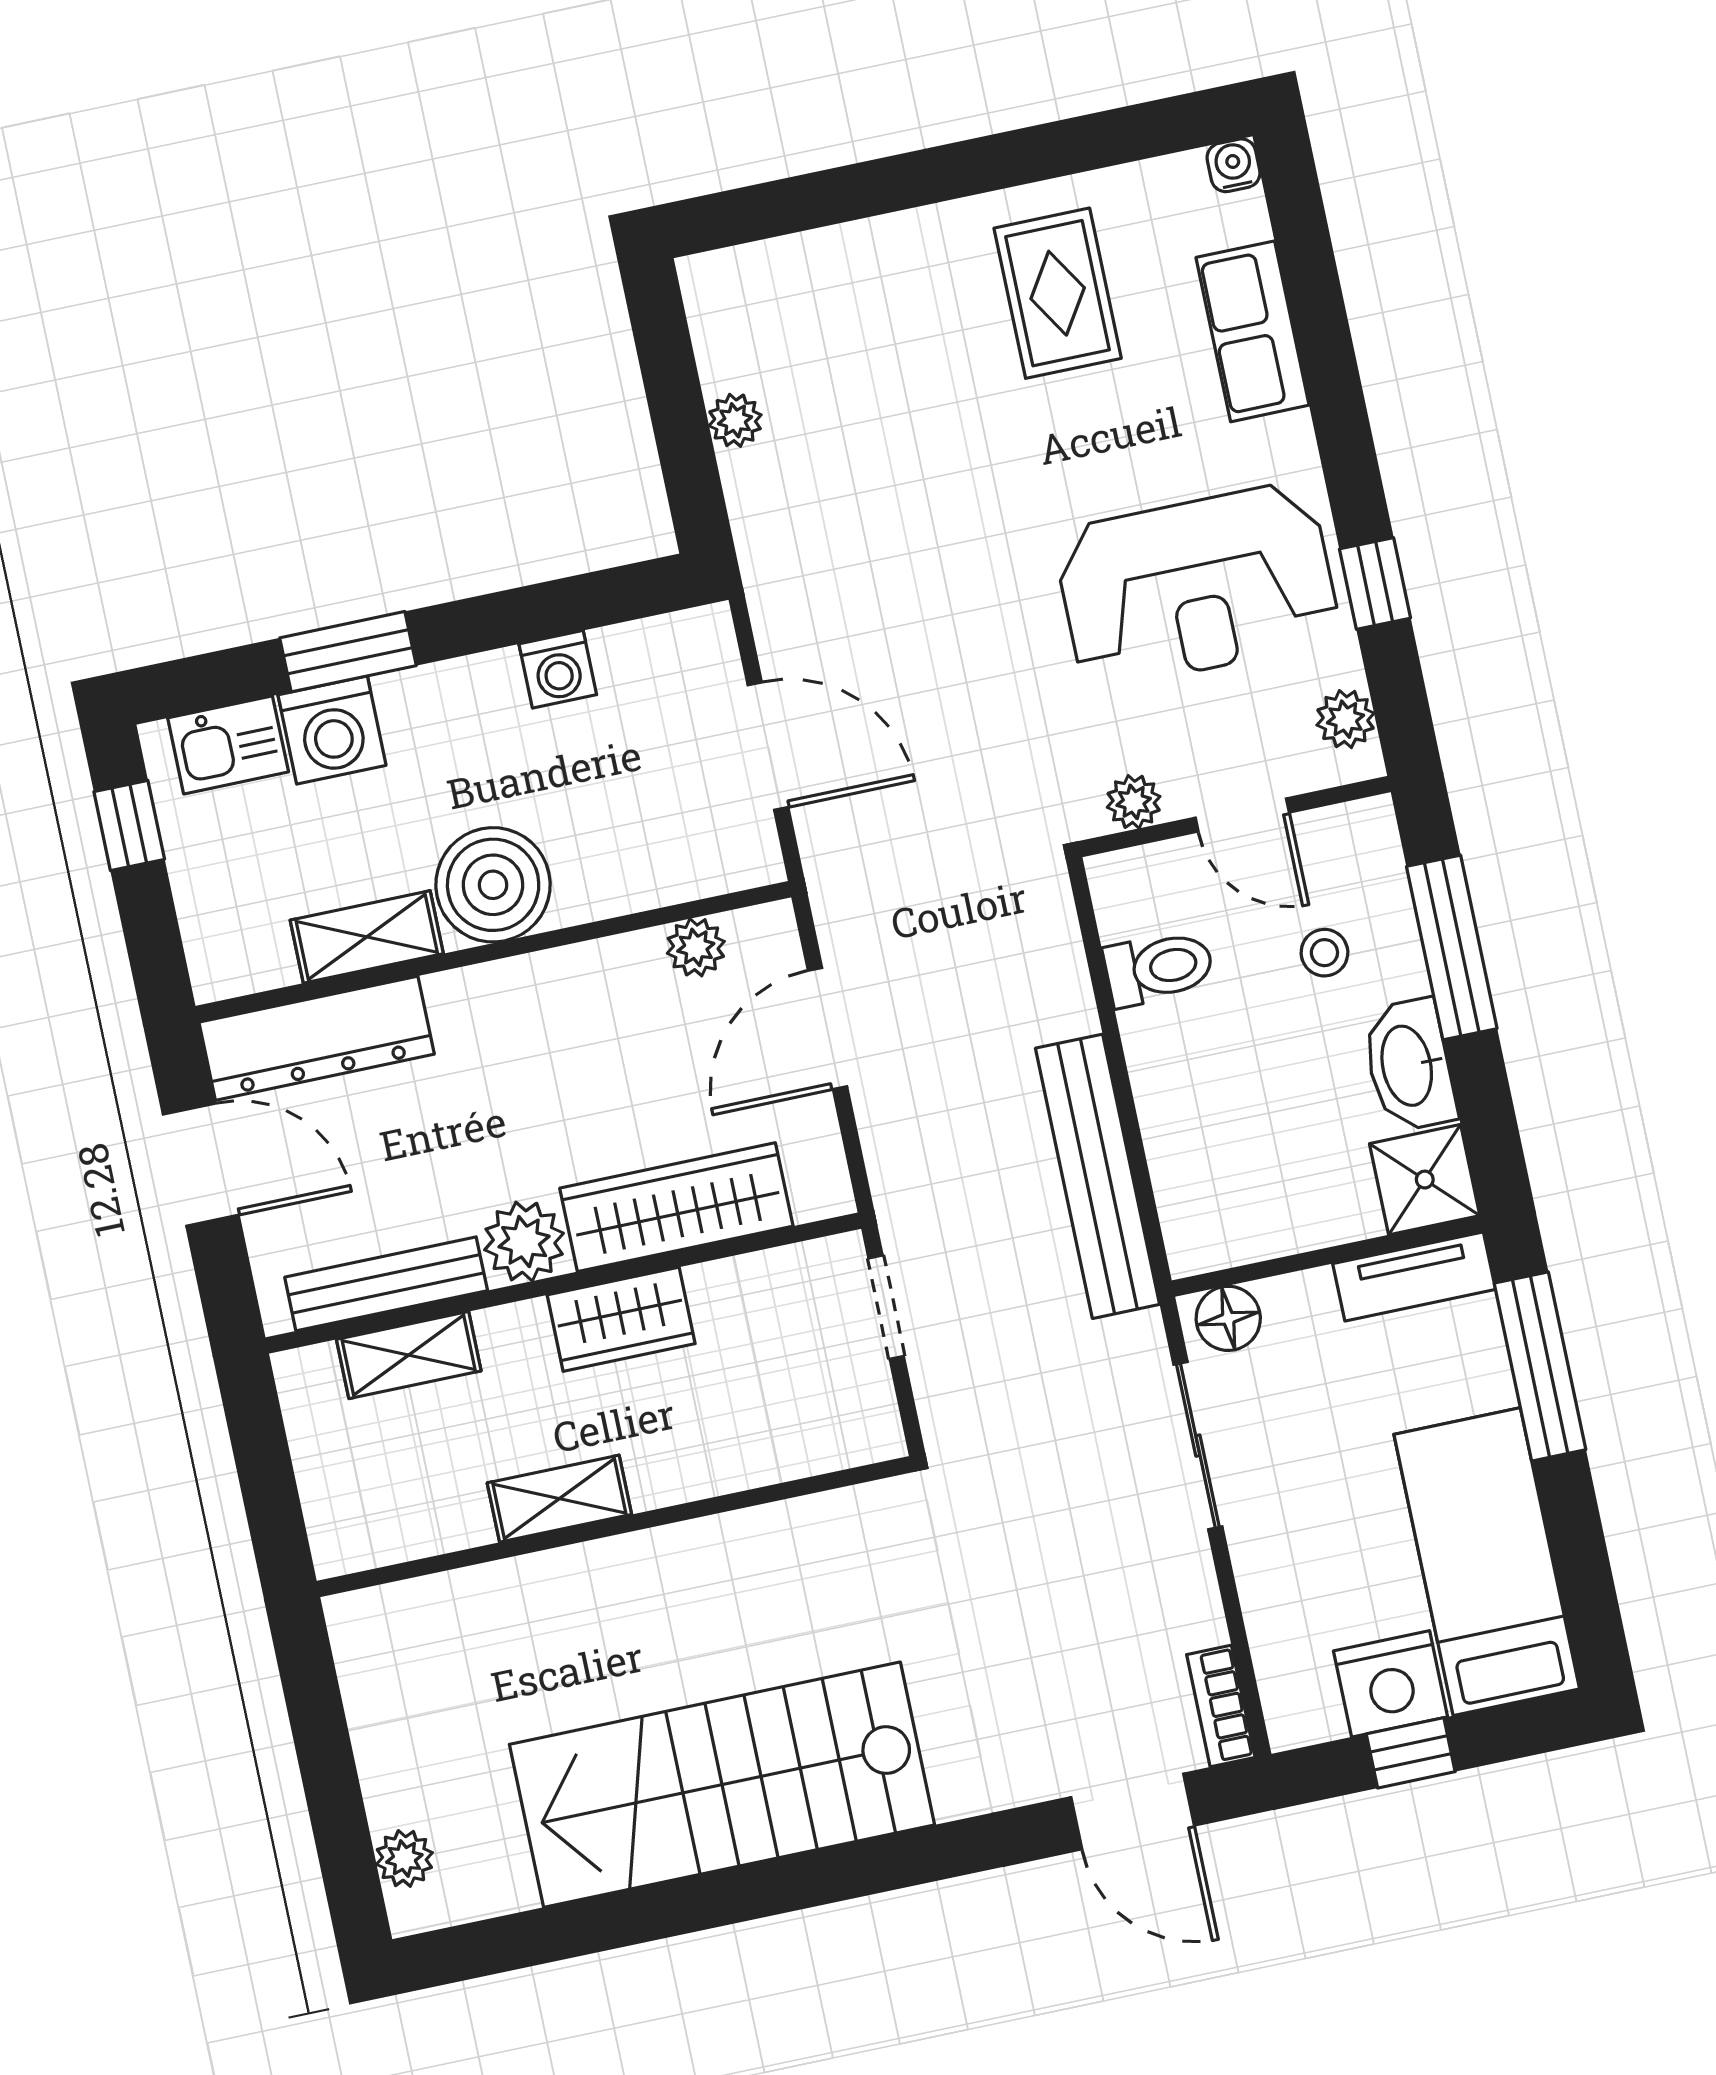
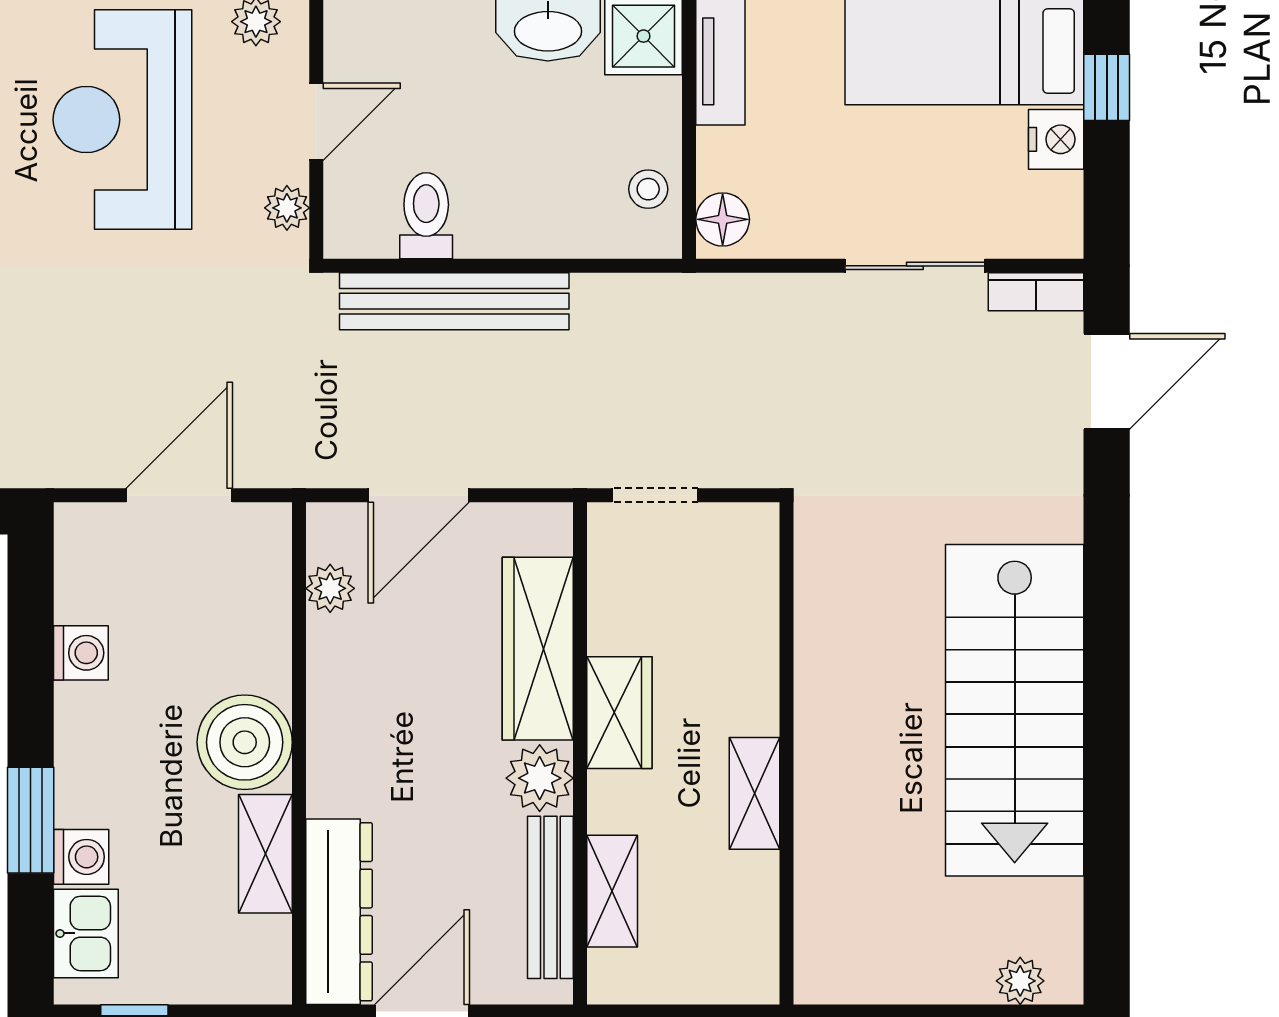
reception desk: (1197, 586) -> (122, 119), turned 180
washing machine: (332, 730) -> (81, 857), width x0.73, depth x0.73
stool: (1324, 953) -> (648, 189), moved
door: (827, 1029) -> (419, 495), hinge flipped
bench: (1098, 1176) -> (454, 301), moved
sliding door: (1198, 1446) -> (915, 266), moved
nightstand: (1391, 1684) -> (1056, 139), width x0.74, depth x0.75
window: (1411, 1753) -> (1107, 87), moved

